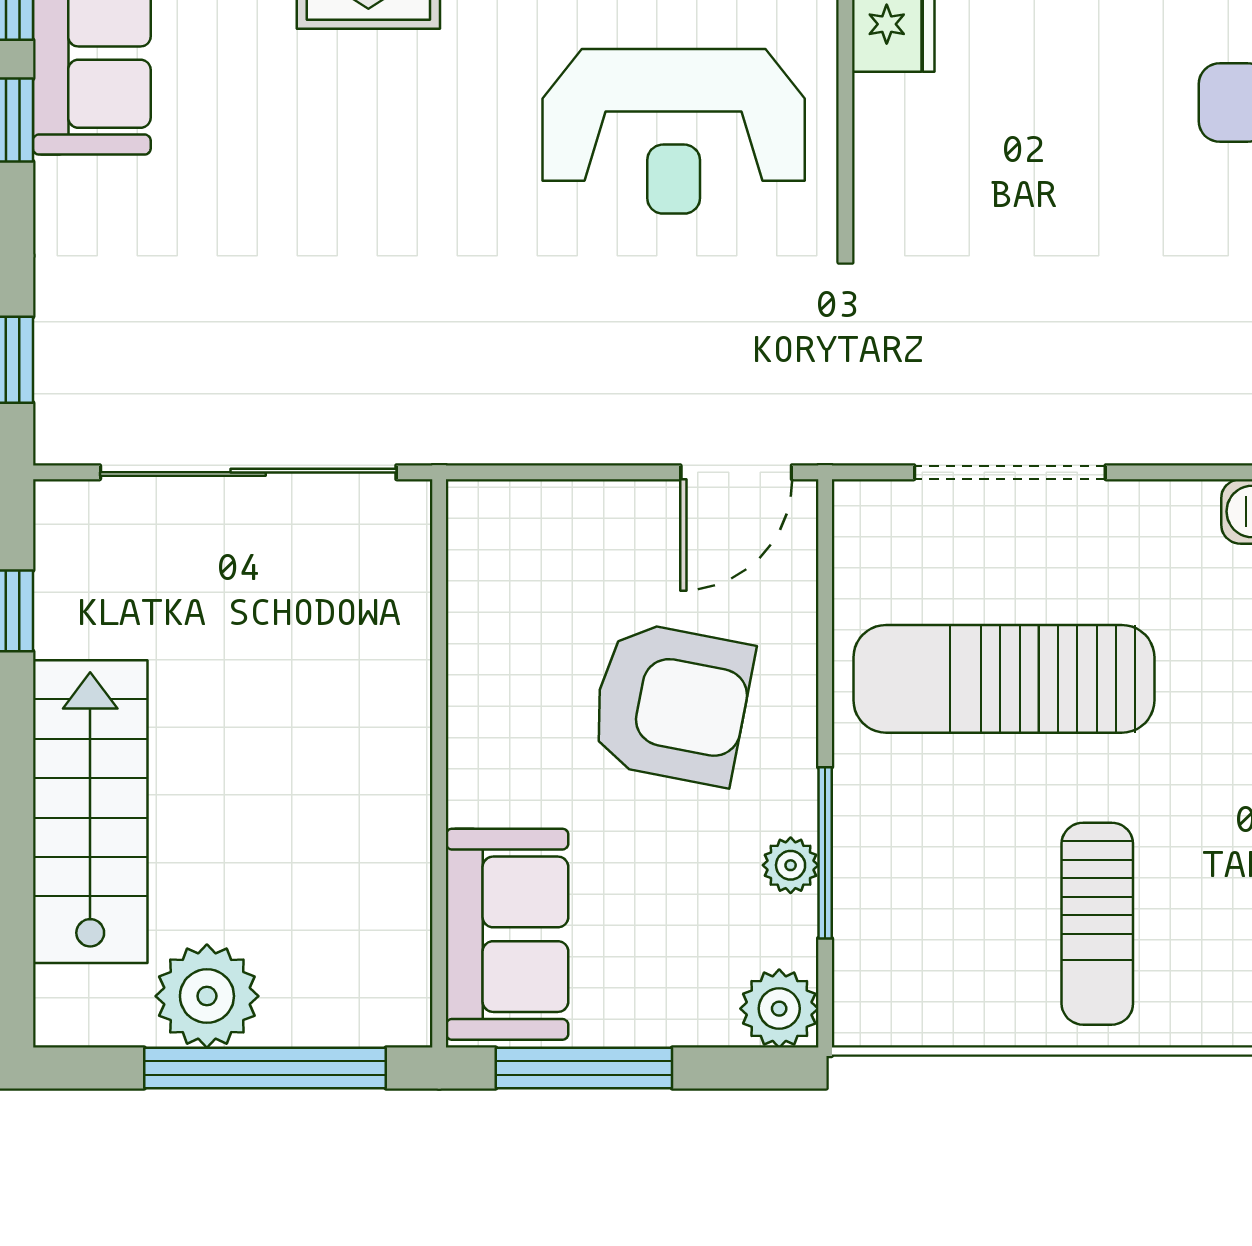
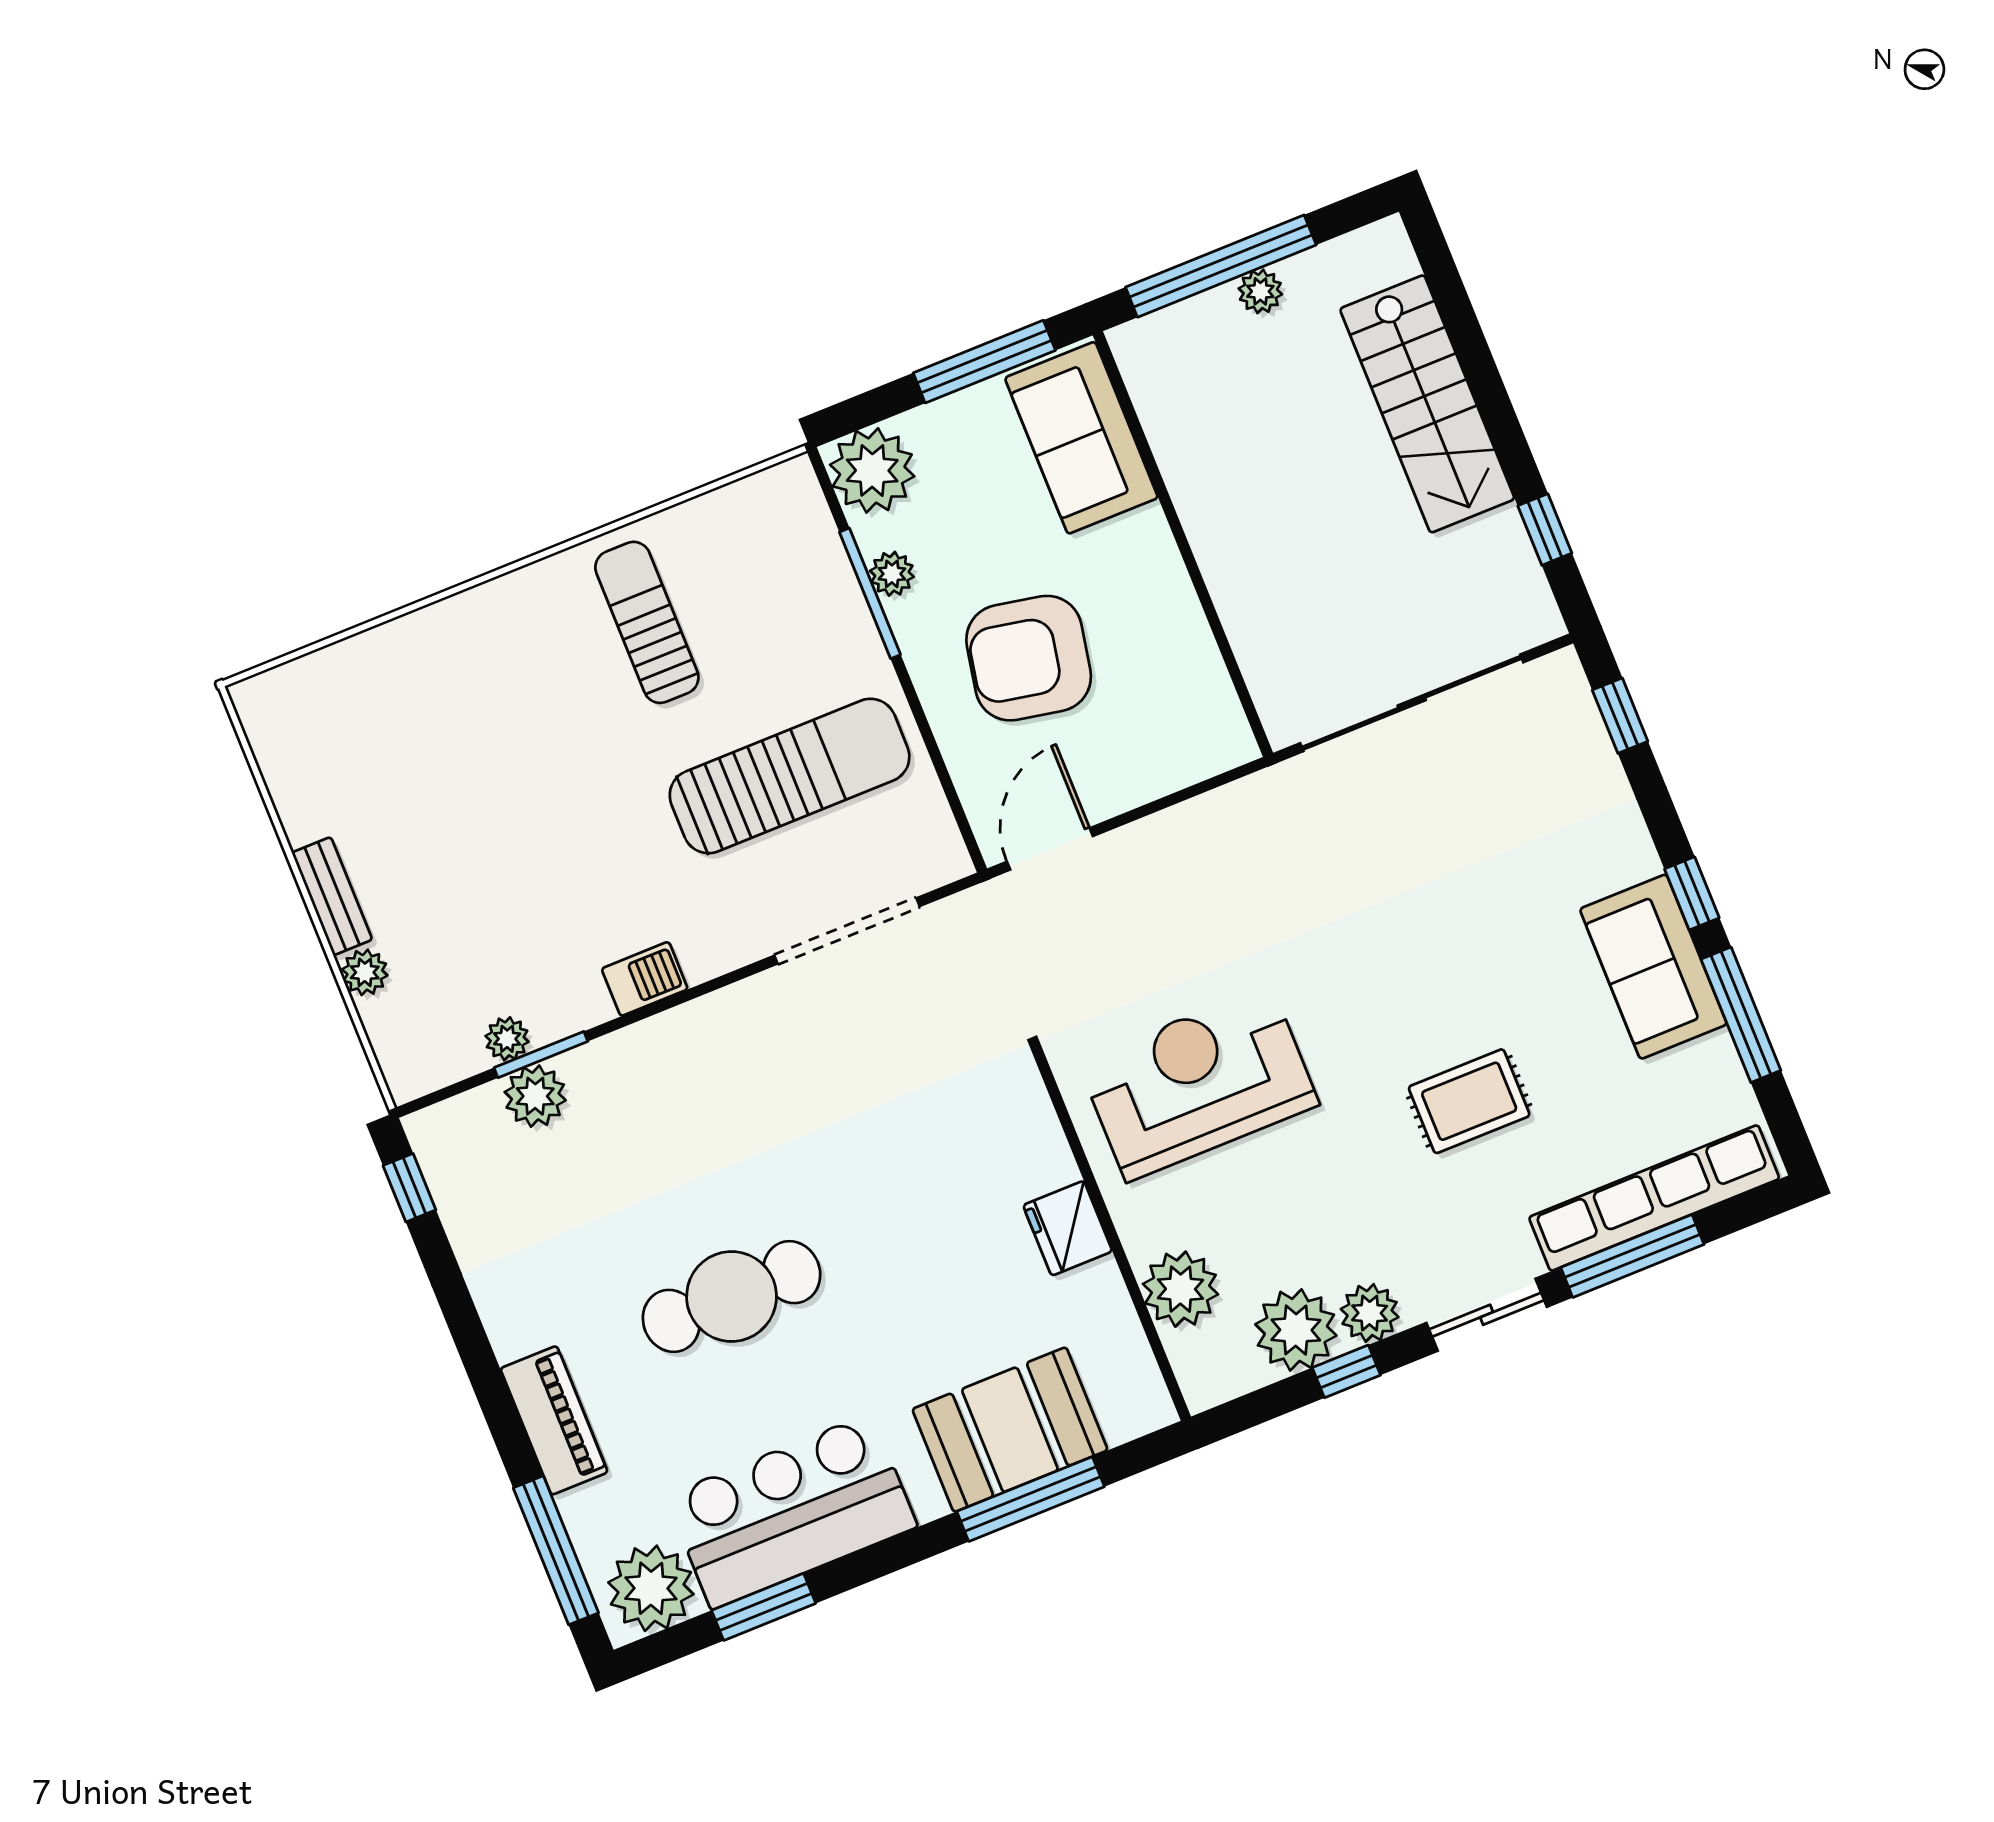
plant: (207, 996) -> (1260, 291), width x0.53, depth x0.53
plant: (779, 1009) -> (872, 470), width x1.36, depth x1.36

